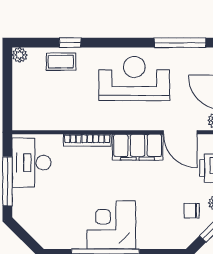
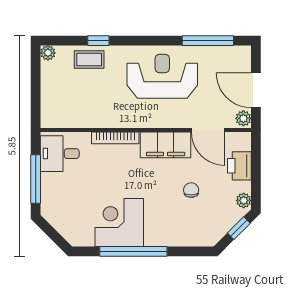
desk: (31, 163) -> (60, 154), width x0.73
chair: (192, 211) -> (191, 190), moved, turned 88
corner desk: (111, 225) -> (119, 222), moved

